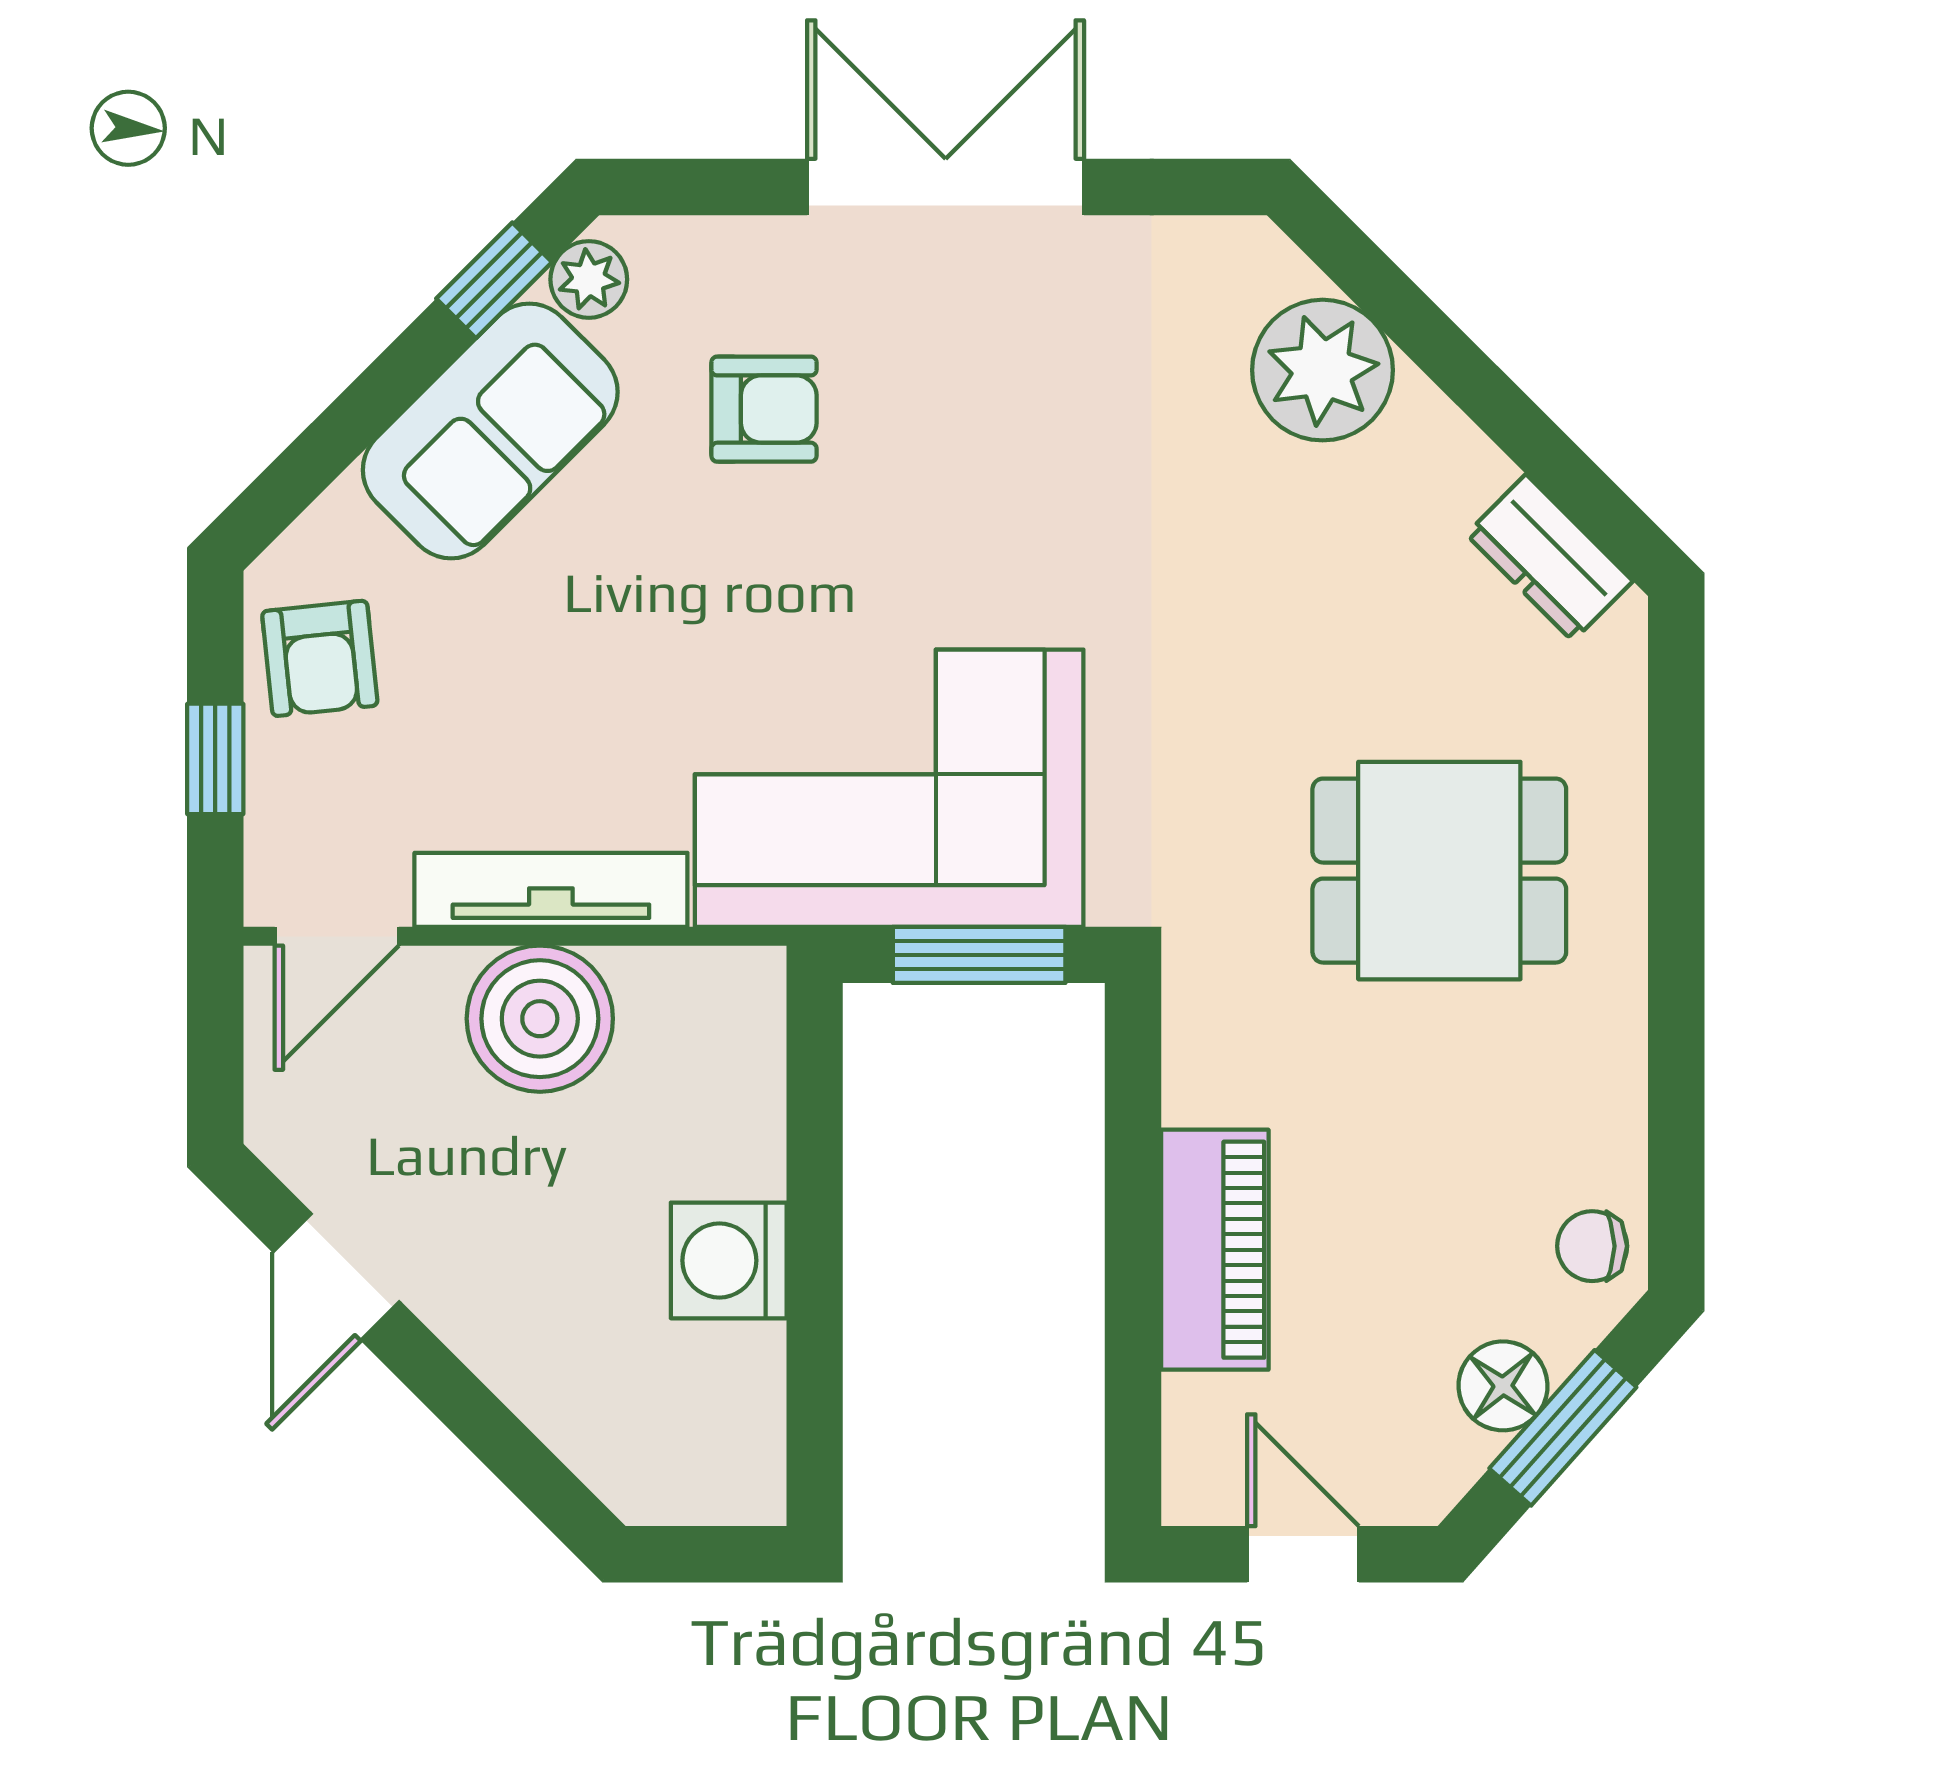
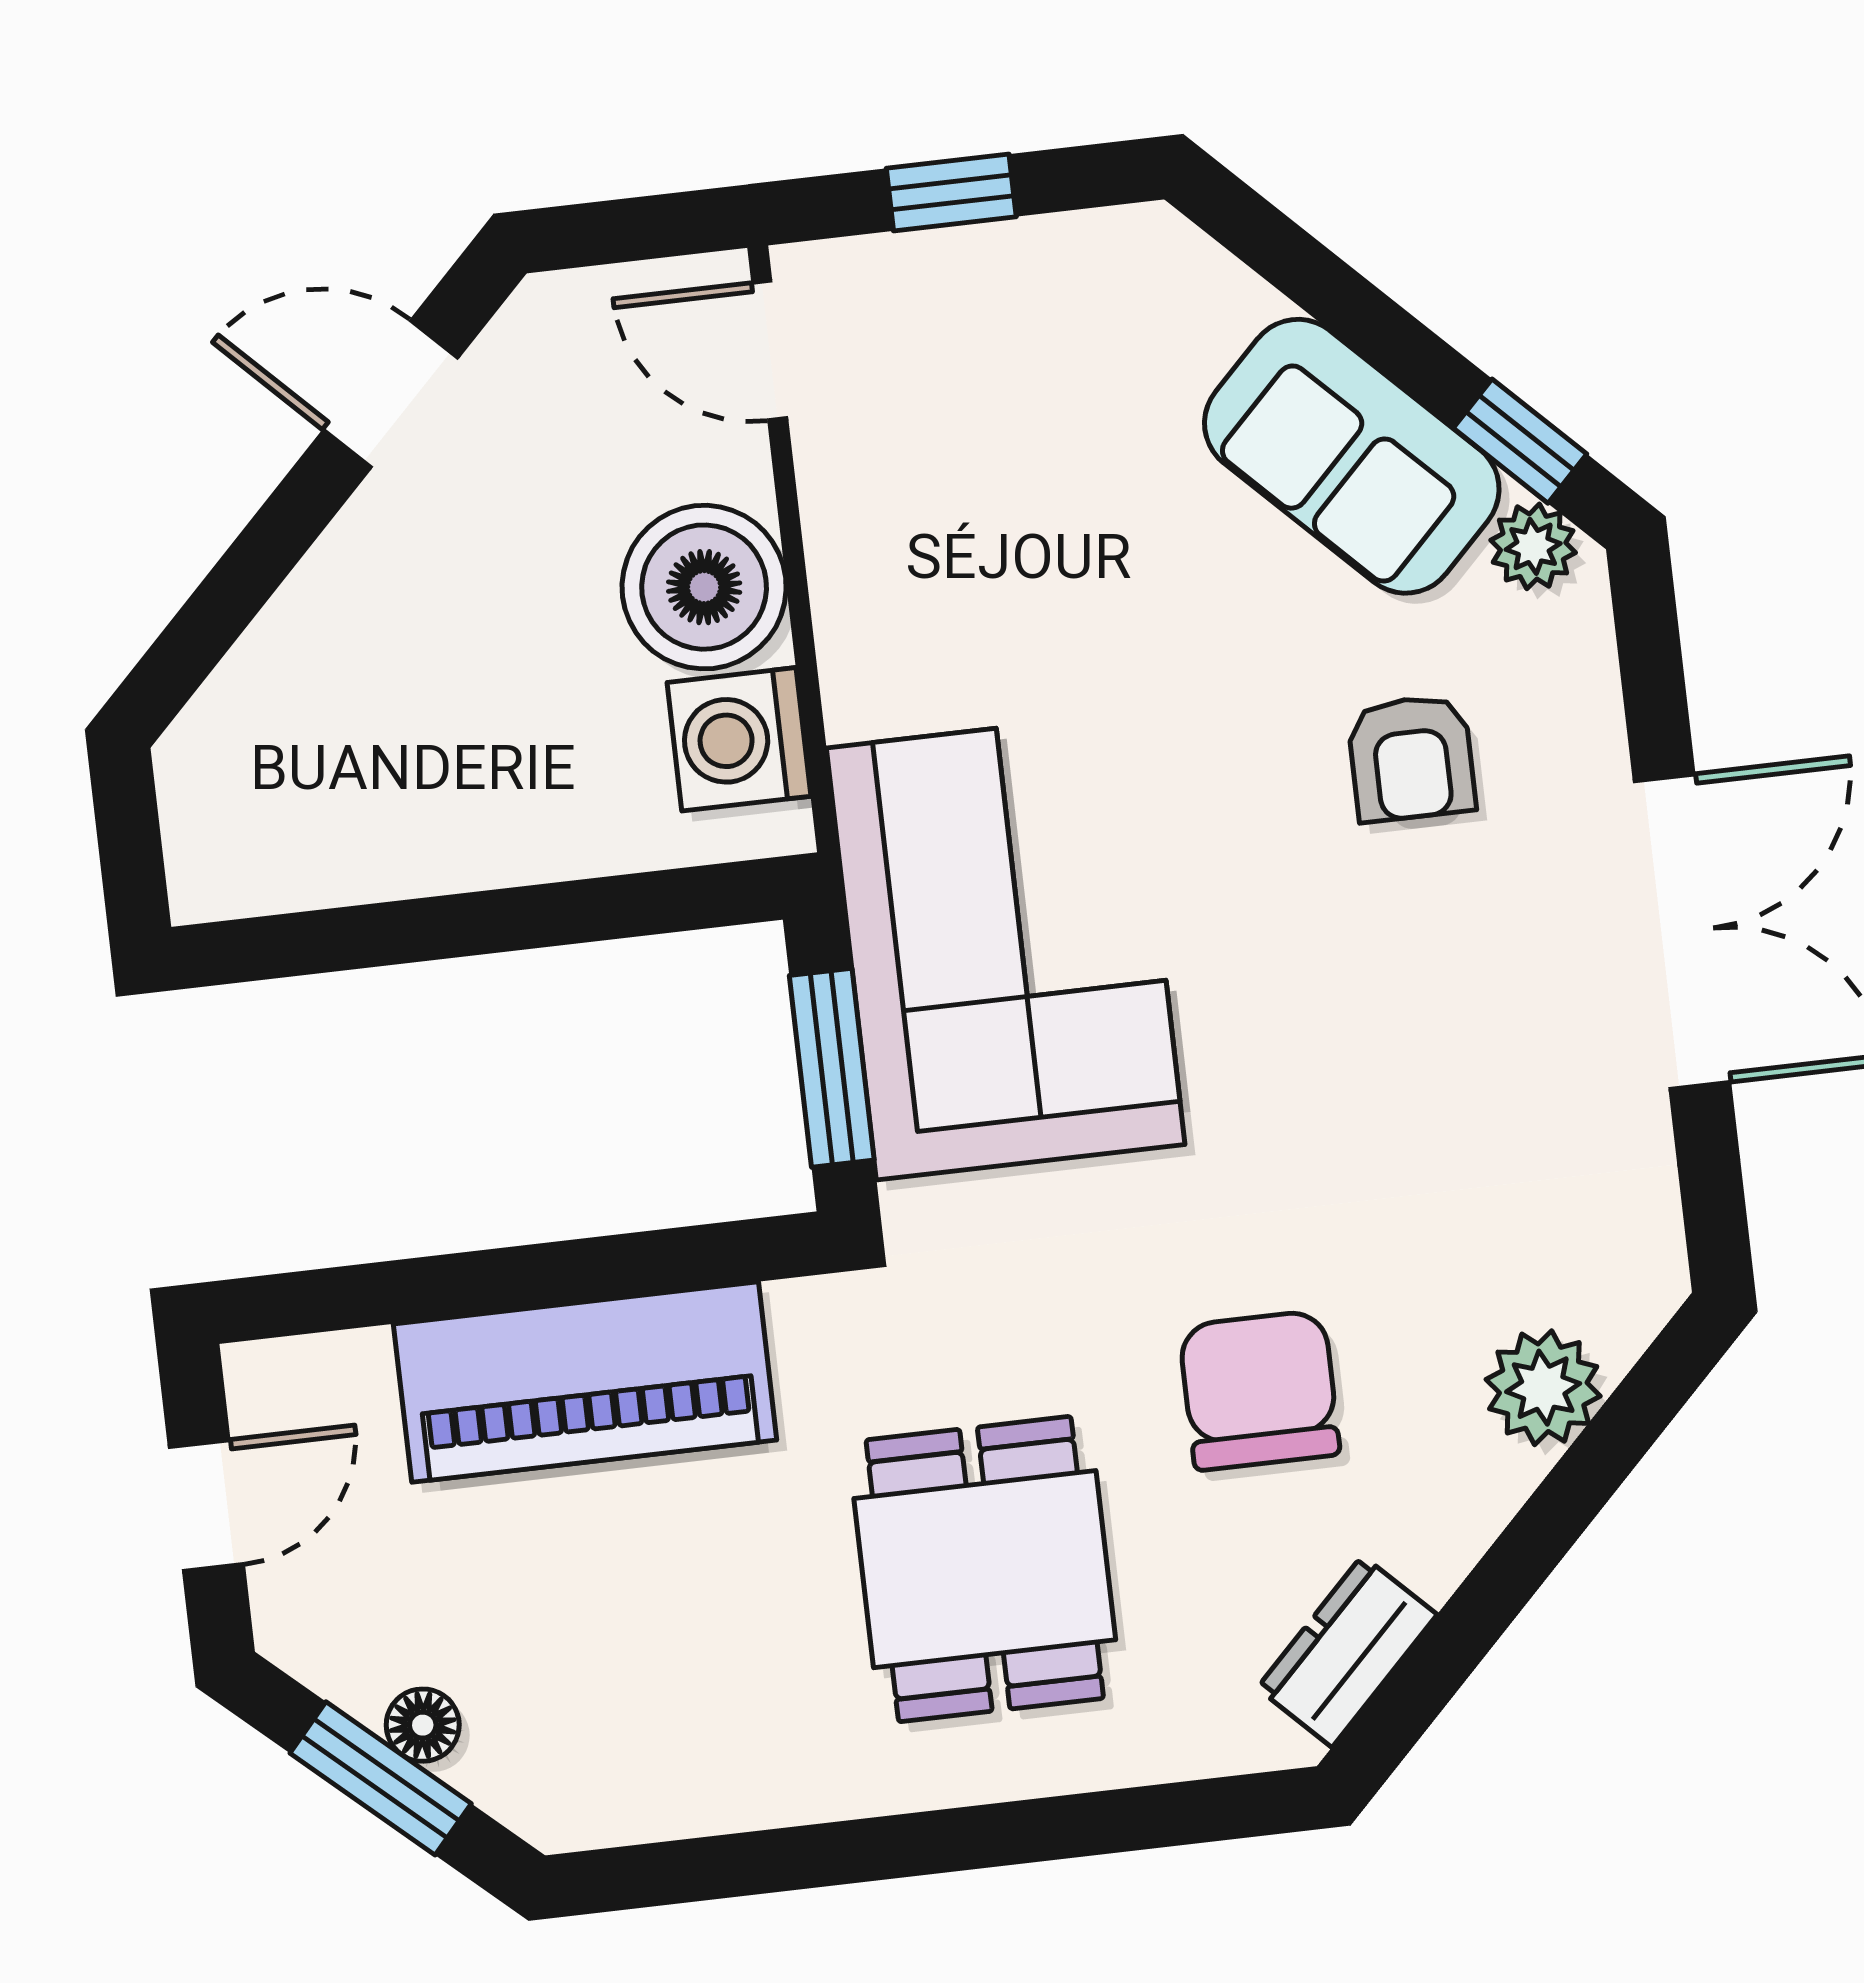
plant: (1323, 370) -> (1543, 1388), width x0.73, depth x0.73
armchair: (320, 658) -> (1077, 296), removed
tv unit: (551, 890) -> (849, 583), removed
chair: (1592, 1246) -> (1259, 1390), moved, width x1.87, depth x1.87
piano: (1215, 1250) -> (585, 1382), width x1.37, depth x1.33
washing machine: (729, 1260) -> (739, 739), moved, turned -90
floor lamp: (1503, 1386) -> (423, 1725), width x0.73, depth x0.73

